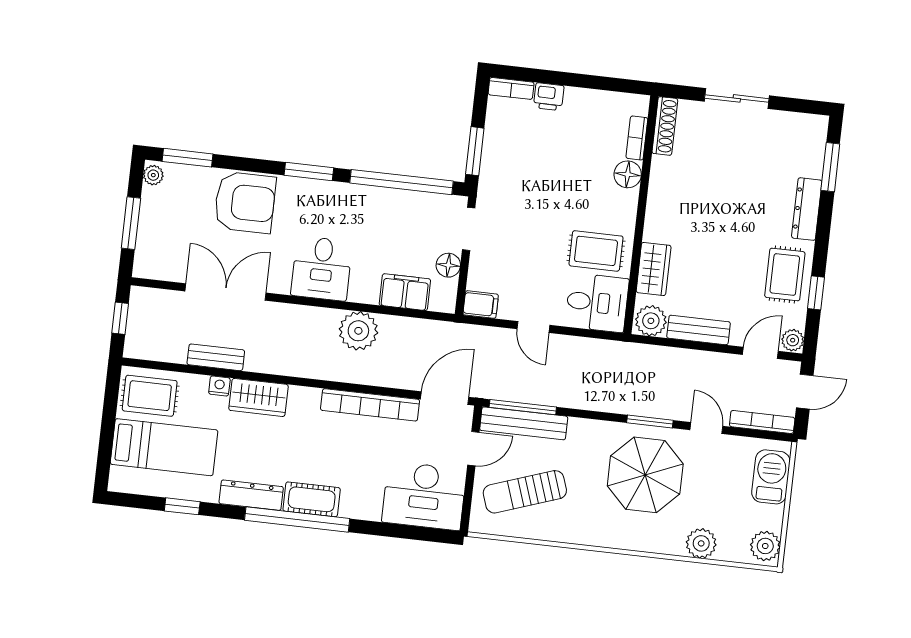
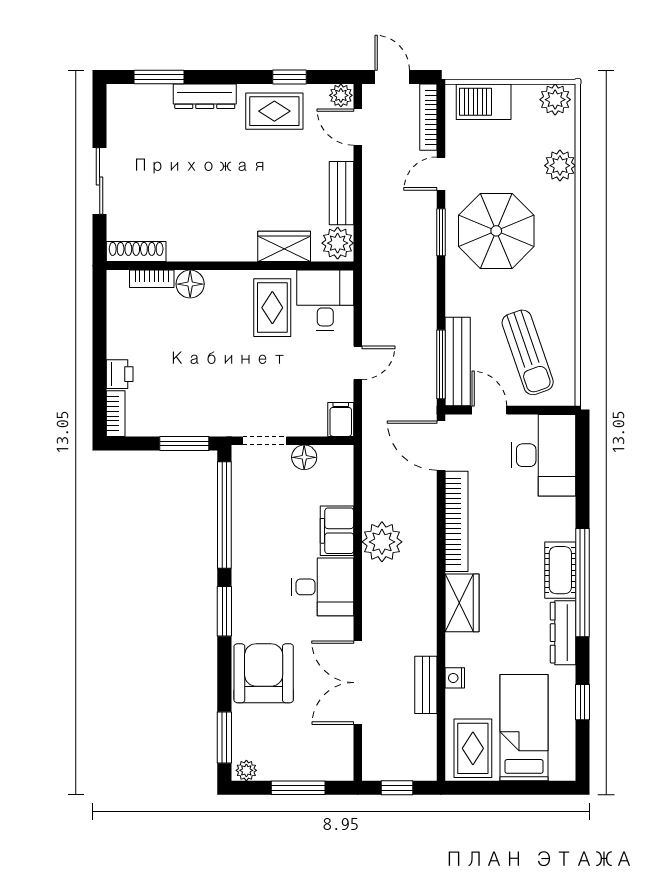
filing cabinet: (405, 292) -> (337, 531), moved
wardrobe: (259, 397) -> (462, 603), moved

